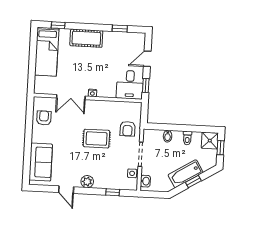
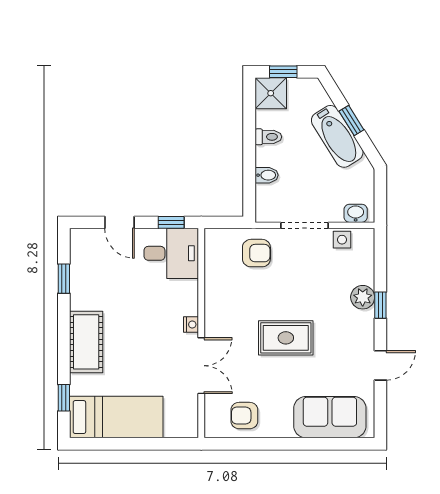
rug: (96, 139) -> (286, 338), moved, turned 90
plant: (87, 182) -> (363, 297), moved
window: (113, 192) -> (380, 305), moved

